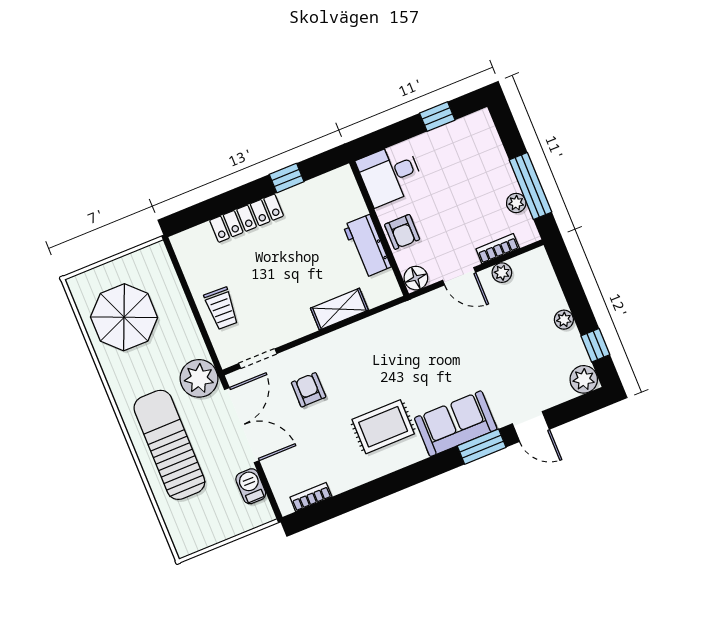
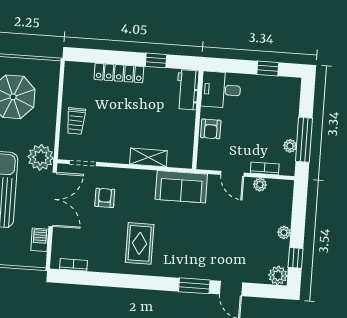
workbench: (367, 246) -> (187, 90), moved
floor lamp: (416, 278) -> (205, 162), removed
sofa: (456, 424) -> (181, 187), moved, turned 180
rug: (383, 427) -> (140, 243), turned 90

